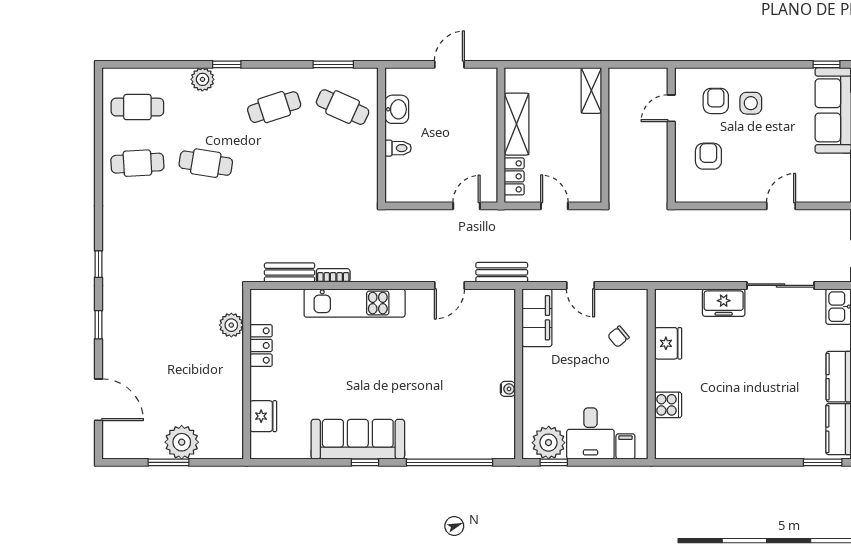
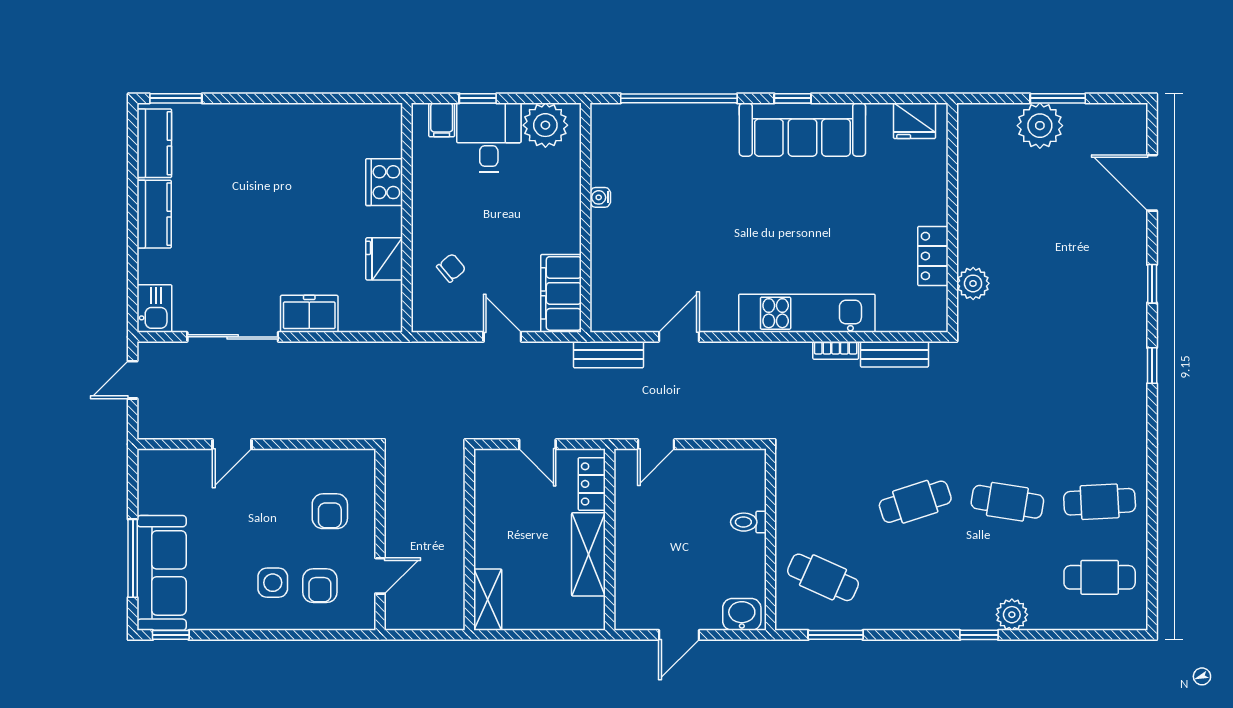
cafe table: (274, 107) -> (915, 502), moved
washbasin: (397, 109) -> (742, 614), moved, turned 90
cooker: (668, 405) -> (384, 182), width x1.36
fridge: (263, 416) -> (914, 121), moved, turned -90
window: (554, 462) -> (478, 98), moved

